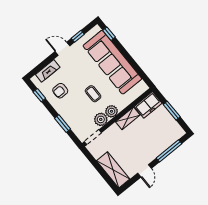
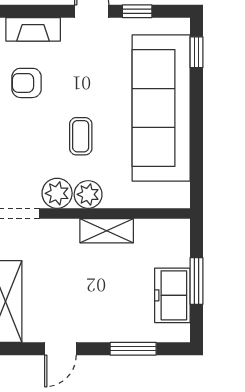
freezer: (148, 105) -> (172, 295), moved, turned 90
window: (169, 151) -> (133, 349), width x0.69

